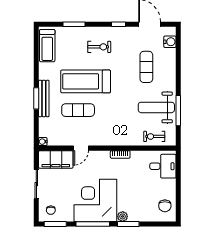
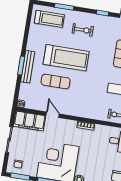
treadmill: (47, 46) -> (49, 19), moved, turned -90
treadmill: (86, 81) -> (66, 58), turned 180
door: (81, 148) -> (53, 115), swing flipped

